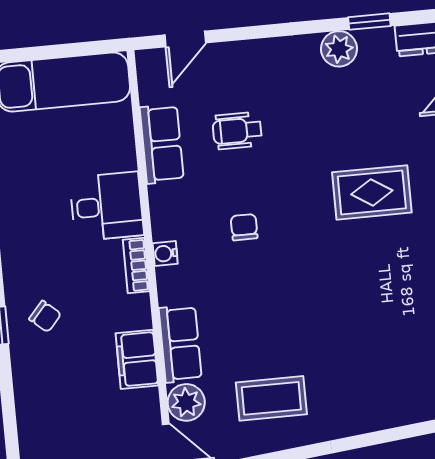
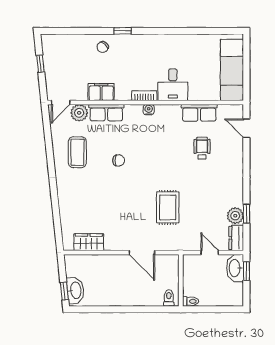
plant: (339, 49) -> (235, 216), moved
chair: (244, 227) -> (119, 160), moved
chair: (45, 316) -> (103, 47), moved

